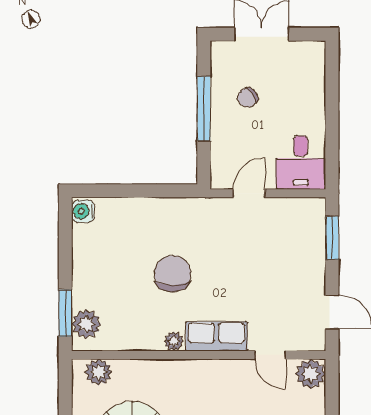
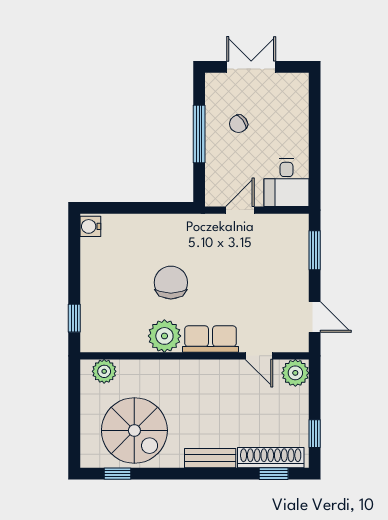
window: (65, 313) -> (74, 318), width x0.67
plant: (86, 324) -> (93, 328), removed
plant: (174, 341) -> (164, 336), width x1.88, depth x1.88

